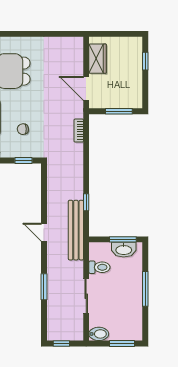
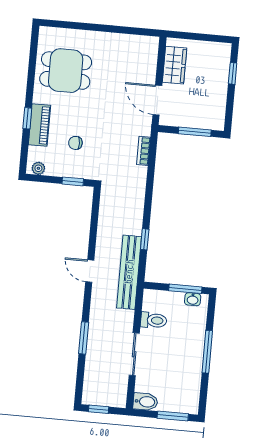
washbasin: (124, 250) -> (193, 299), width x0.52, depth x0.69

